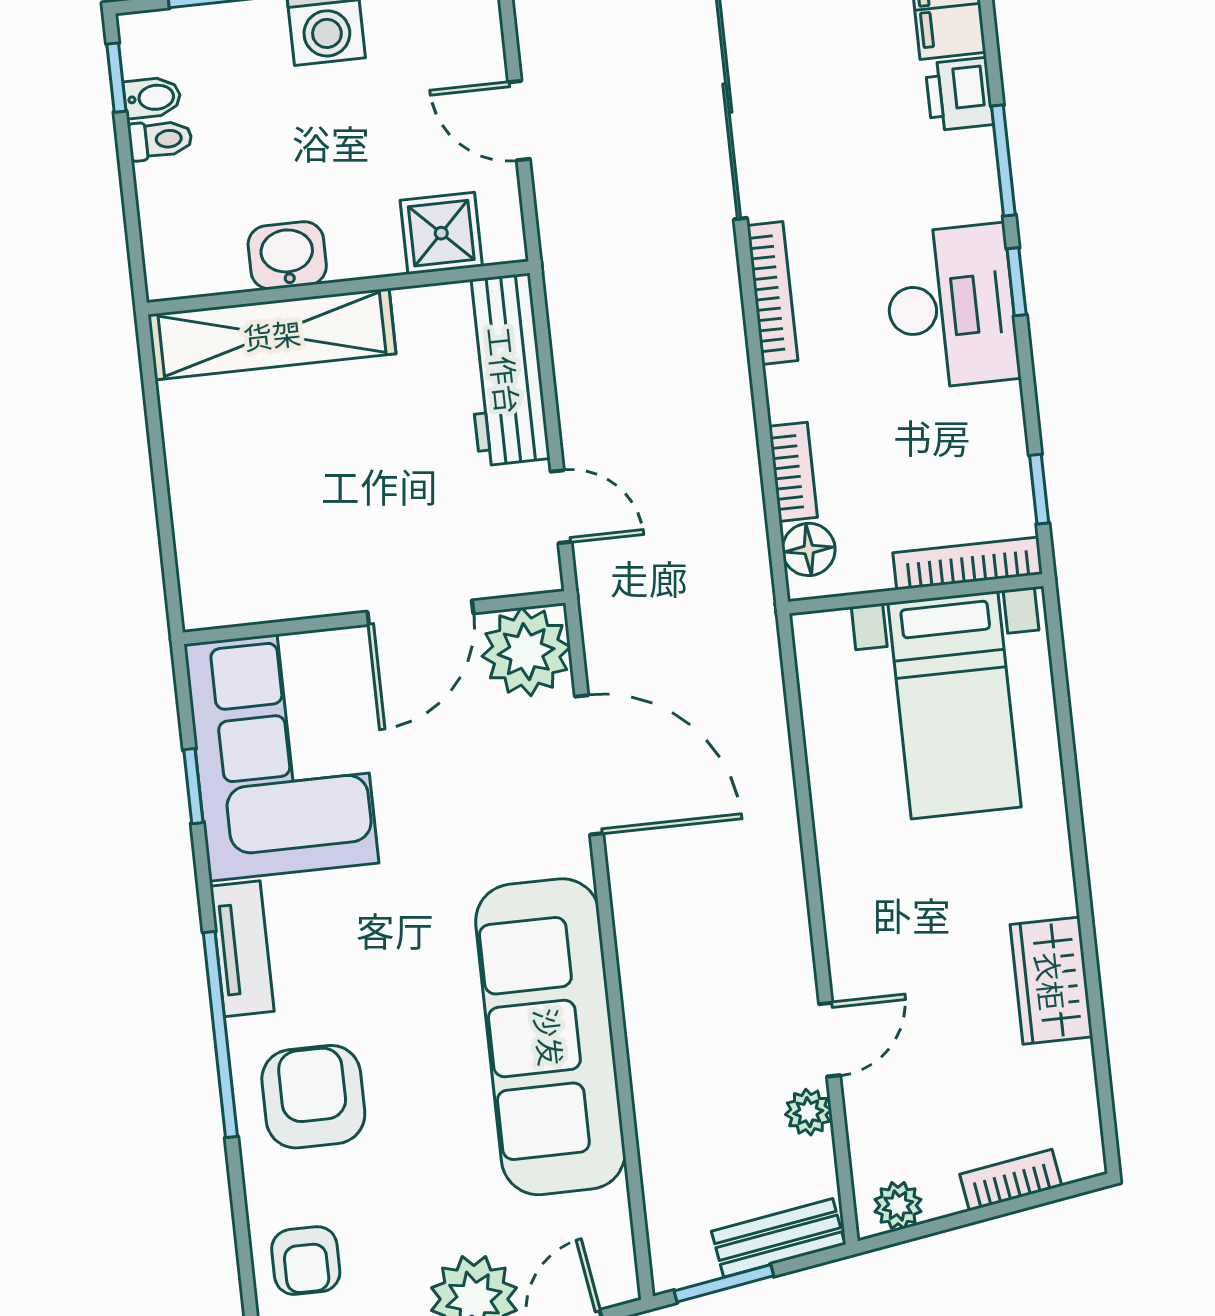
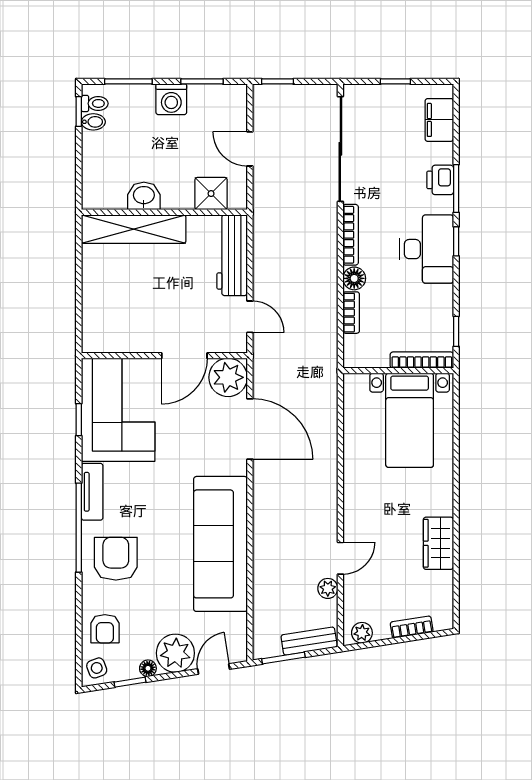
printer: (959, 94) -> (440, 180), moved
toilet: (160, 140) -> (95, 103), moved
floor lamp: (809, 549) -> (354, 278), moved

